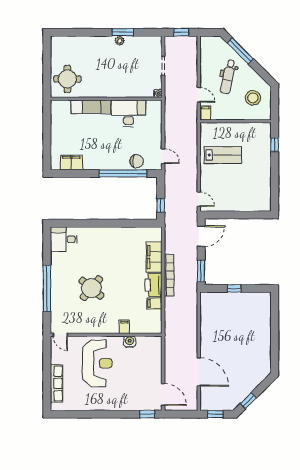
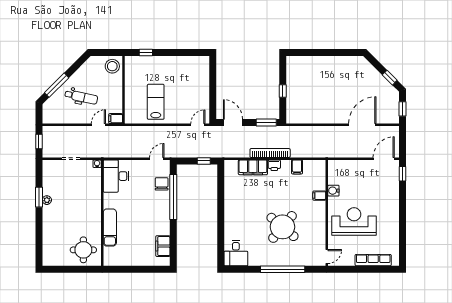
stool: (253, 98) -> (112, 66), moved
desk: (128, 113) -> (116, 176), moved
printer: (153, 285) -> (274, 165), width x0.53, depth x0.68
round table: (91, 288) -> (282, 227), width x1.36, depth x1.36

